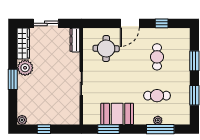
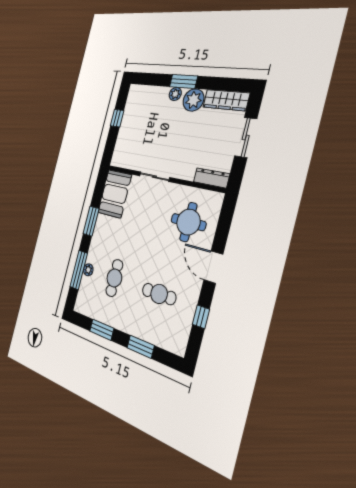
booth: (117, 114) -> (115, 194), moved
plant: (22, 120) -> (175, 94), moved
window: (109, 129) -> (91, 221), moved

